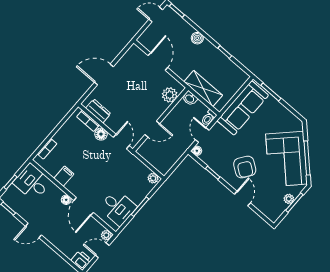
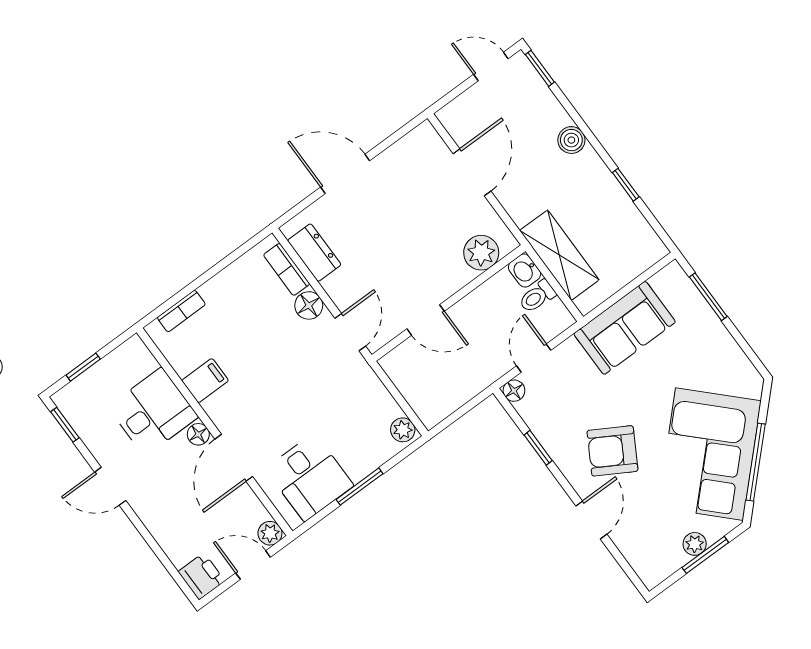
sofa: (243, 108) -> (625, 328), width x0.73
toilet: (209, 118) -> (537, 296), moved
armchair: (245, 167) -> (612, 451), turned 84
desk: (32, 182) -> (153, 412), moved, turned 90

